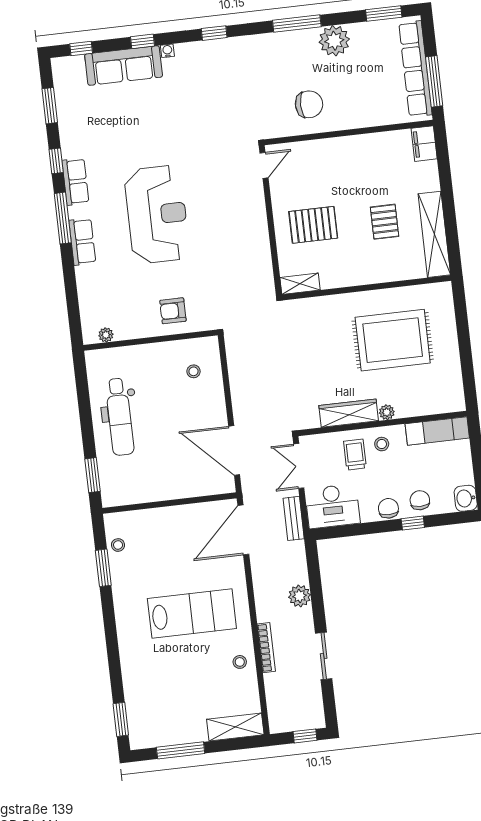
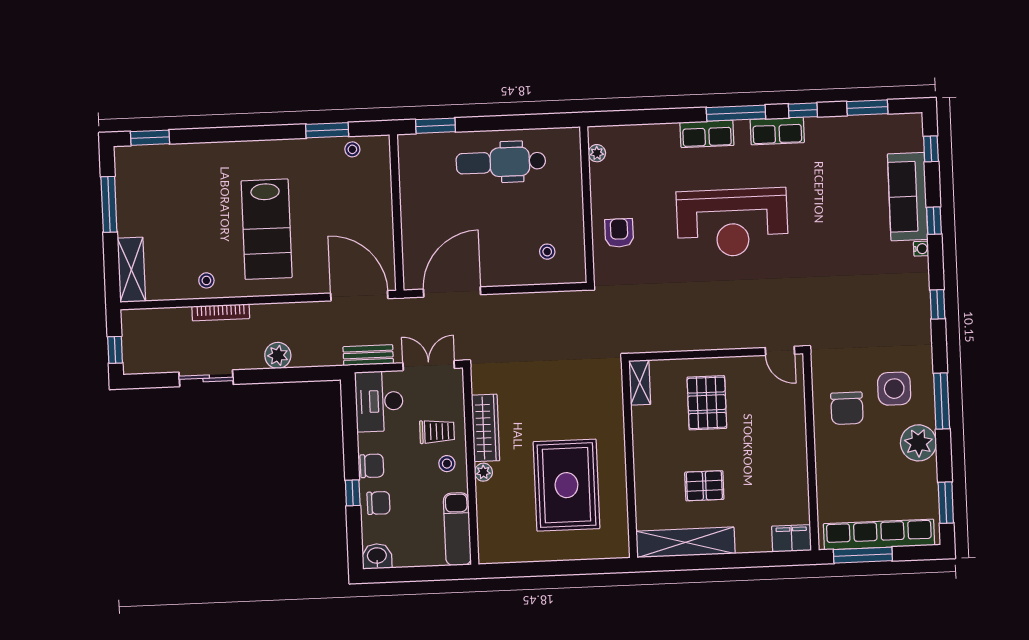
side table: (289, 65) -> (894, 389), added

